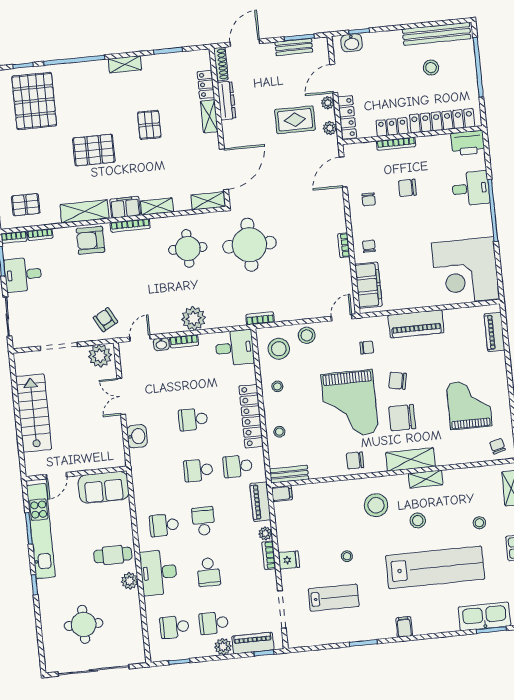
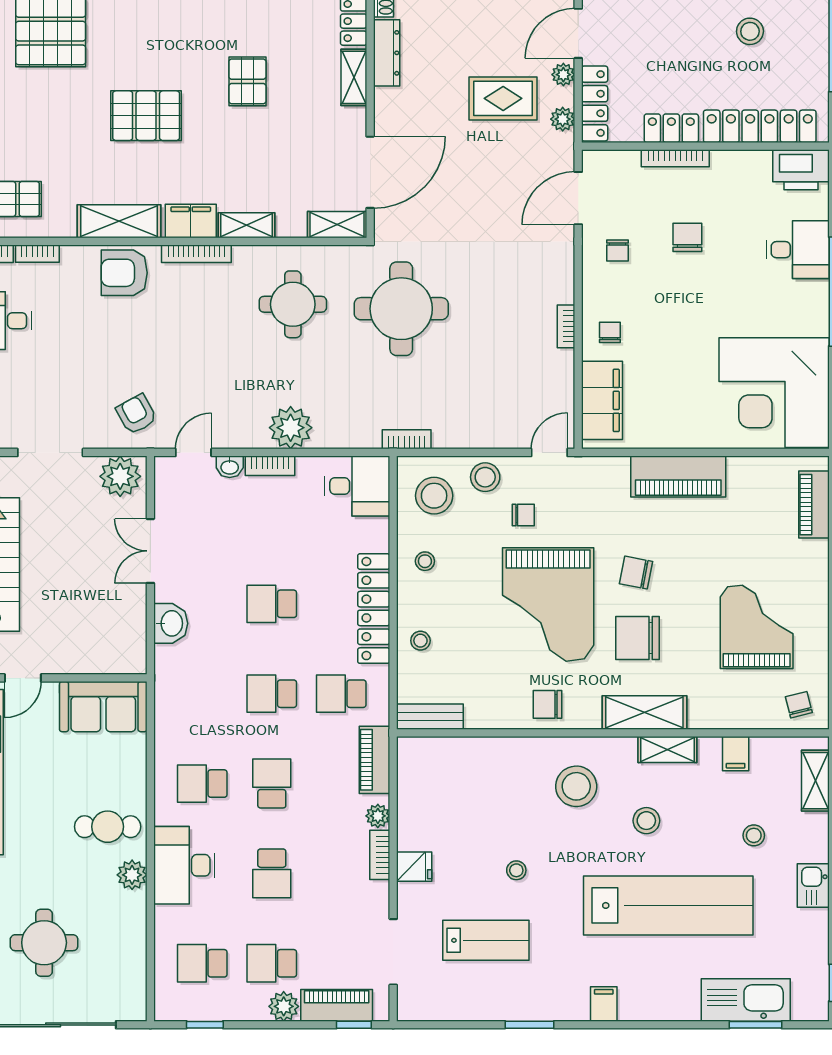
chair: (407, 188) -> (687, 237), turned 90
chair: (367, 348) -> (523, 515), moved
filing cabinet: (282, 494) -> (736, 754), moved, turned 90

